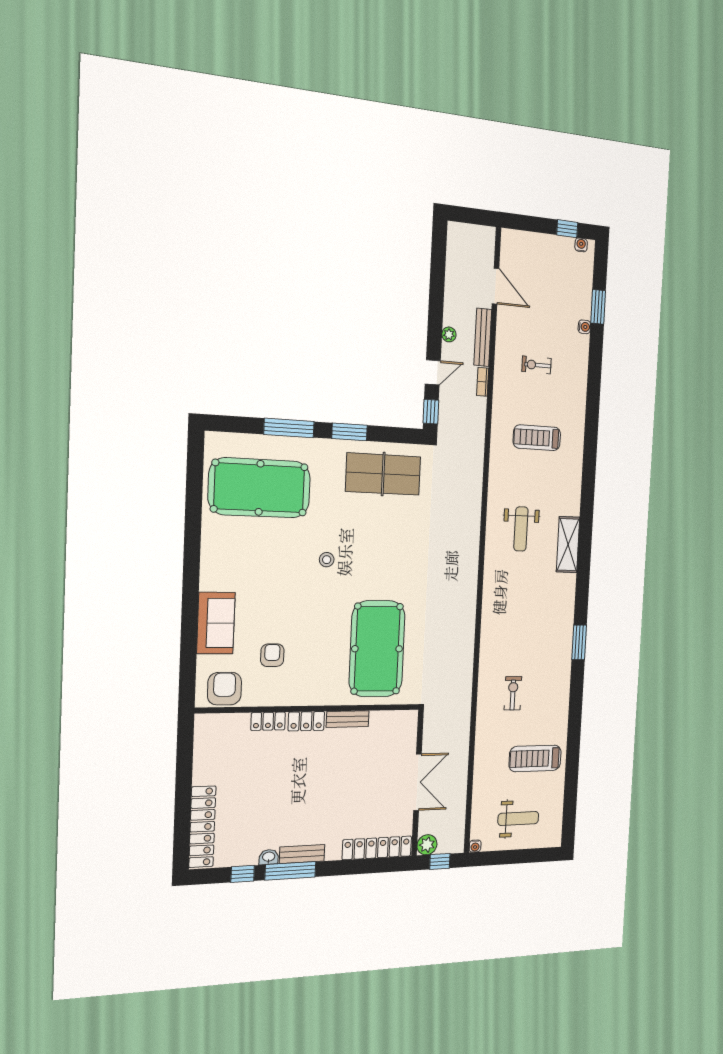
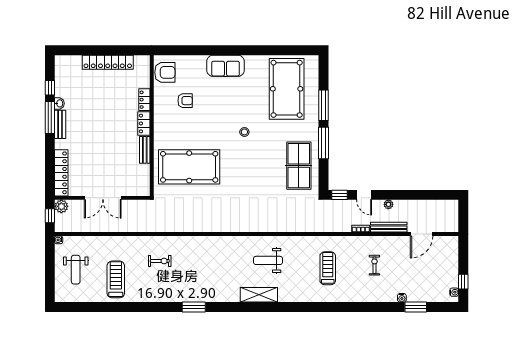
window: (350, 432) -> (323, 143), width x1.44
sofa: (216, 623) -> (226, 66), moved
locker: (202, 827) -> (108, 62), moved

